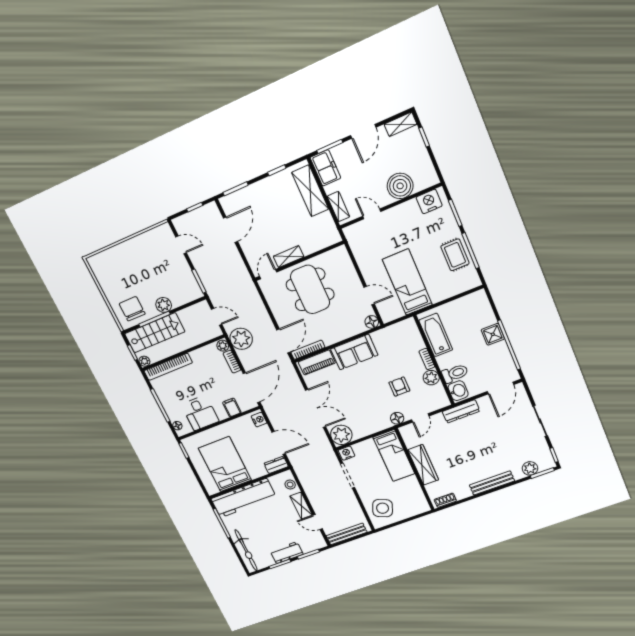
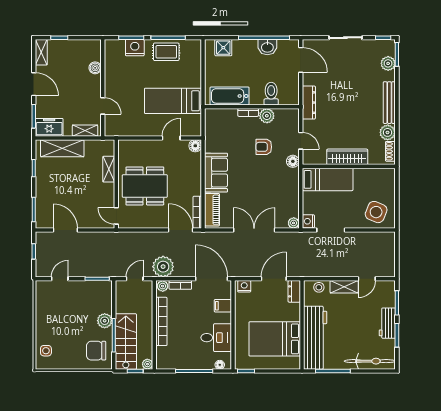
boiler: (400, 186) -> (95, 68), width x0.54, depth x0.54
nightstand: (429, 201) -> (135, 48), moved, turned 90
door: (372, 214) -> (103, 106), swing flipped
shelving: (289, 257) -> (109, 169), moved
side table: (107, 261) -> (46, 351), added
shower: (493, 334) -> (223, 48), moved
bookcase: (168, 367) -> (161, 321), moved
washbasin: (458, 391) -> (267, 47), moved, turned 180
plant: (341, 435) -> (294, 223), width x0.53, depth x0.53
plant: (462, 492) -> (388, 132), added
bench: (347, 534) -> (390, 257), removed

